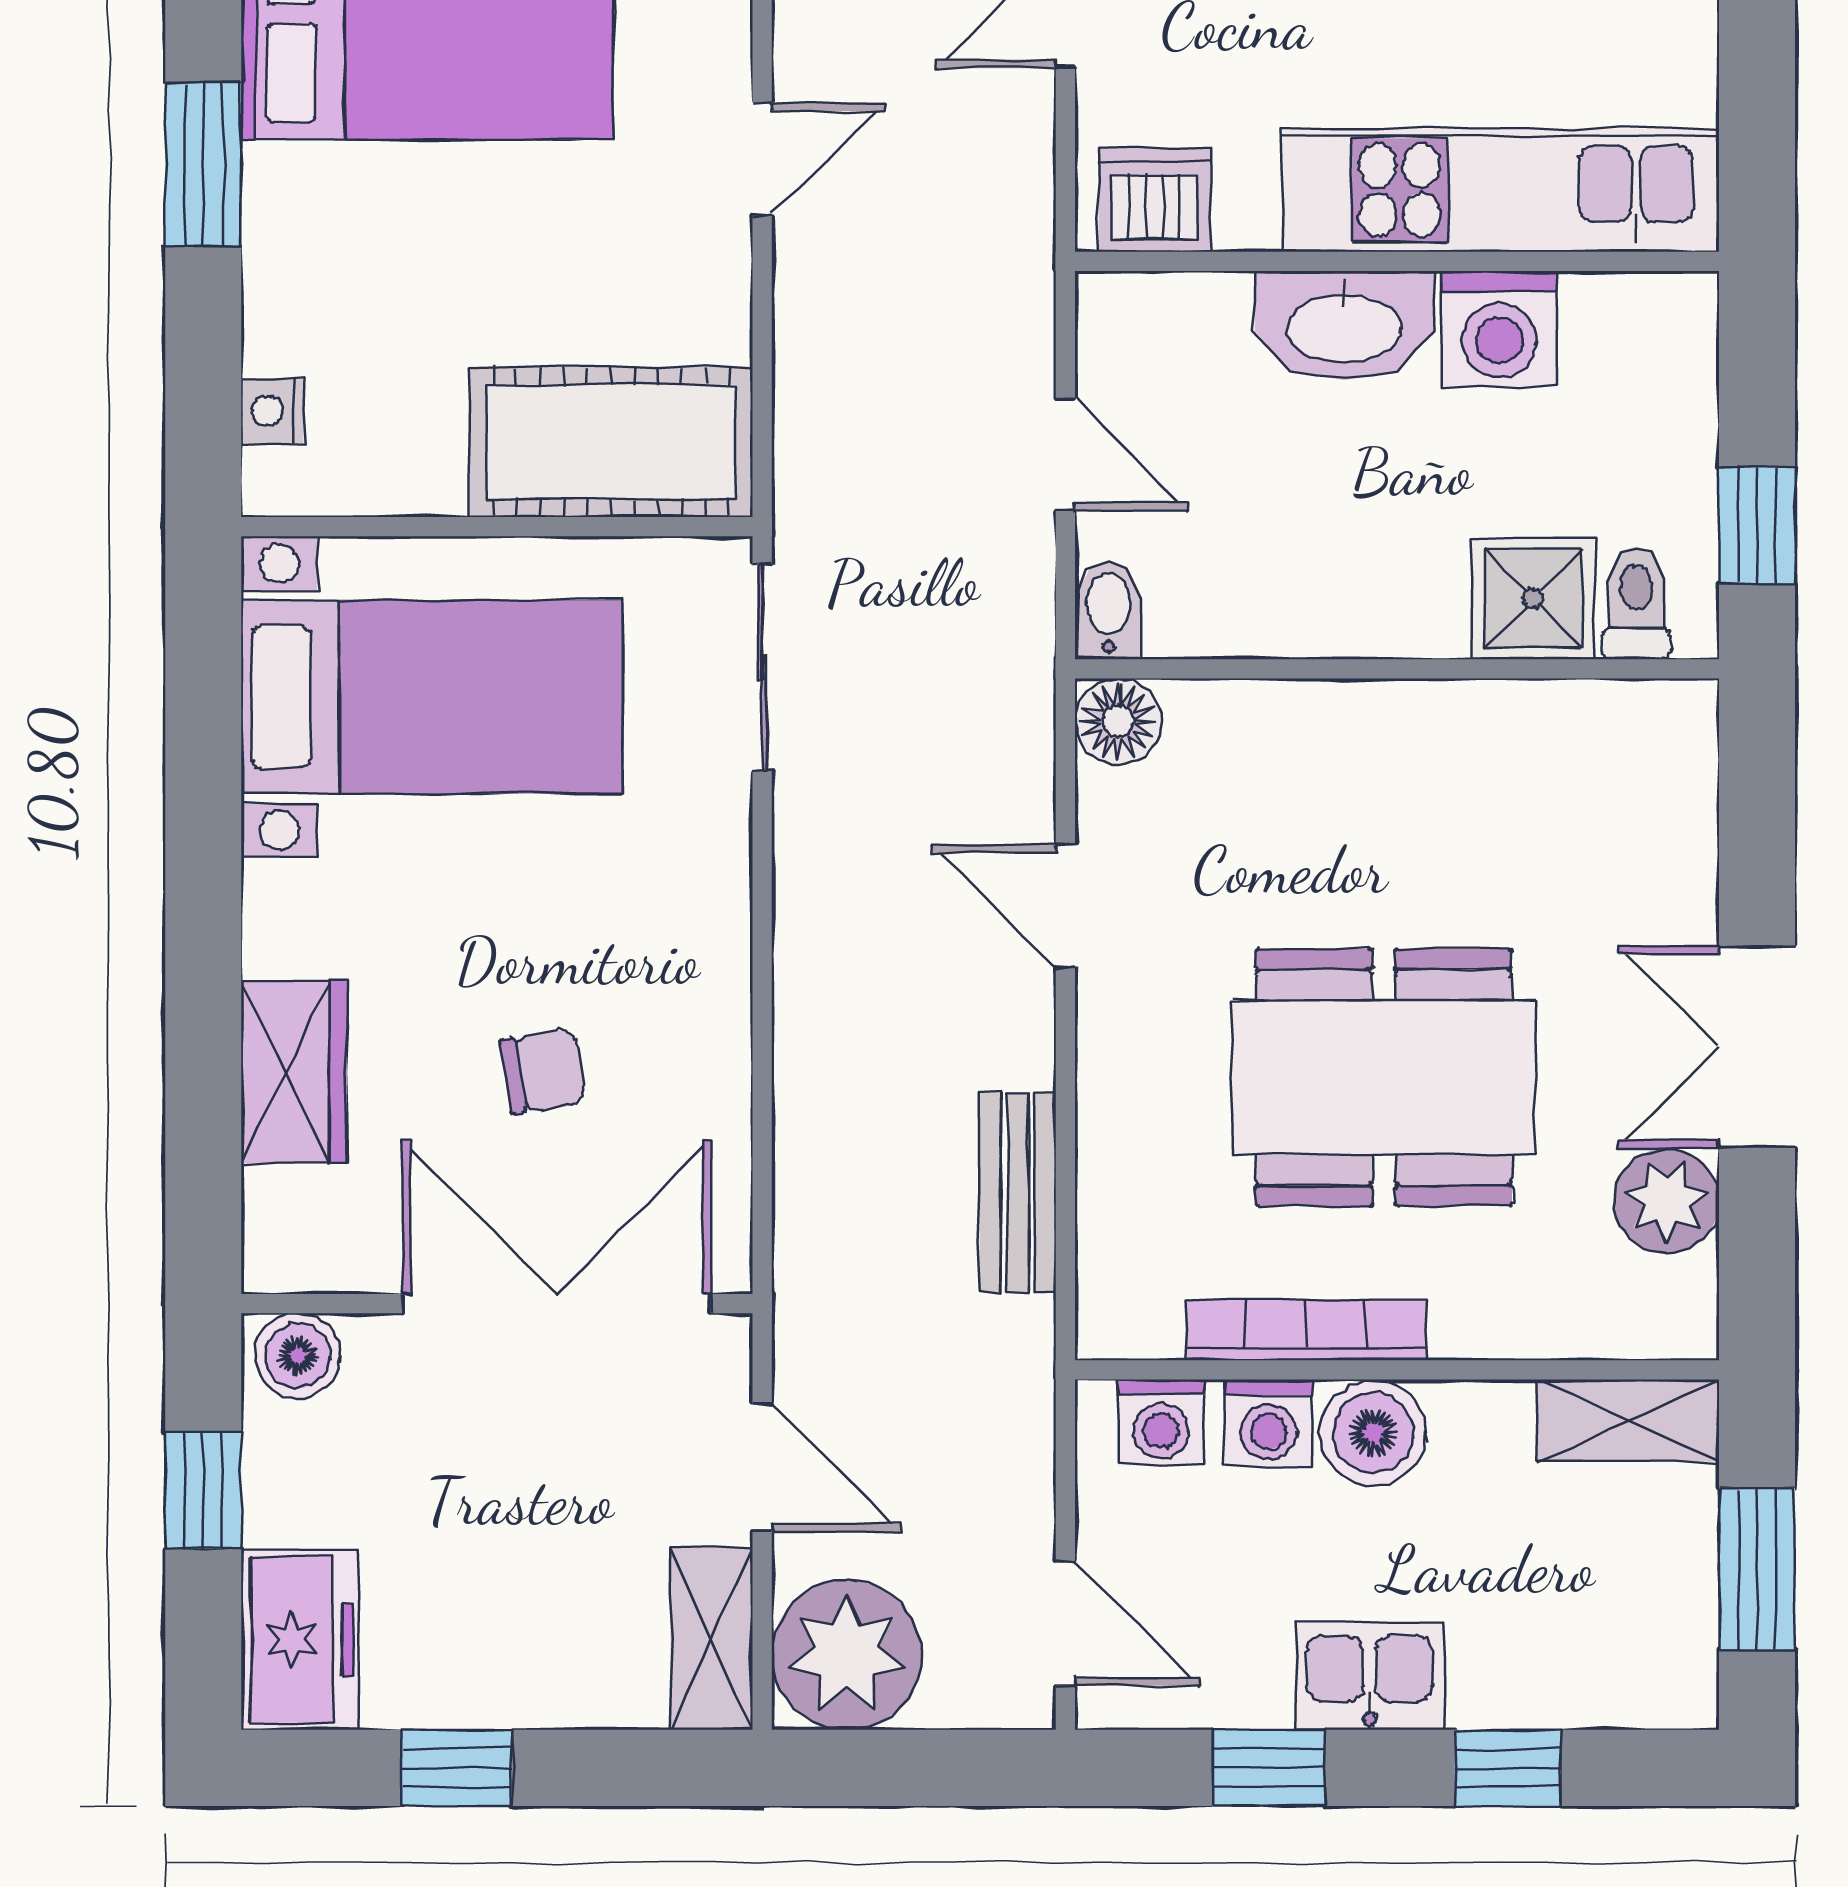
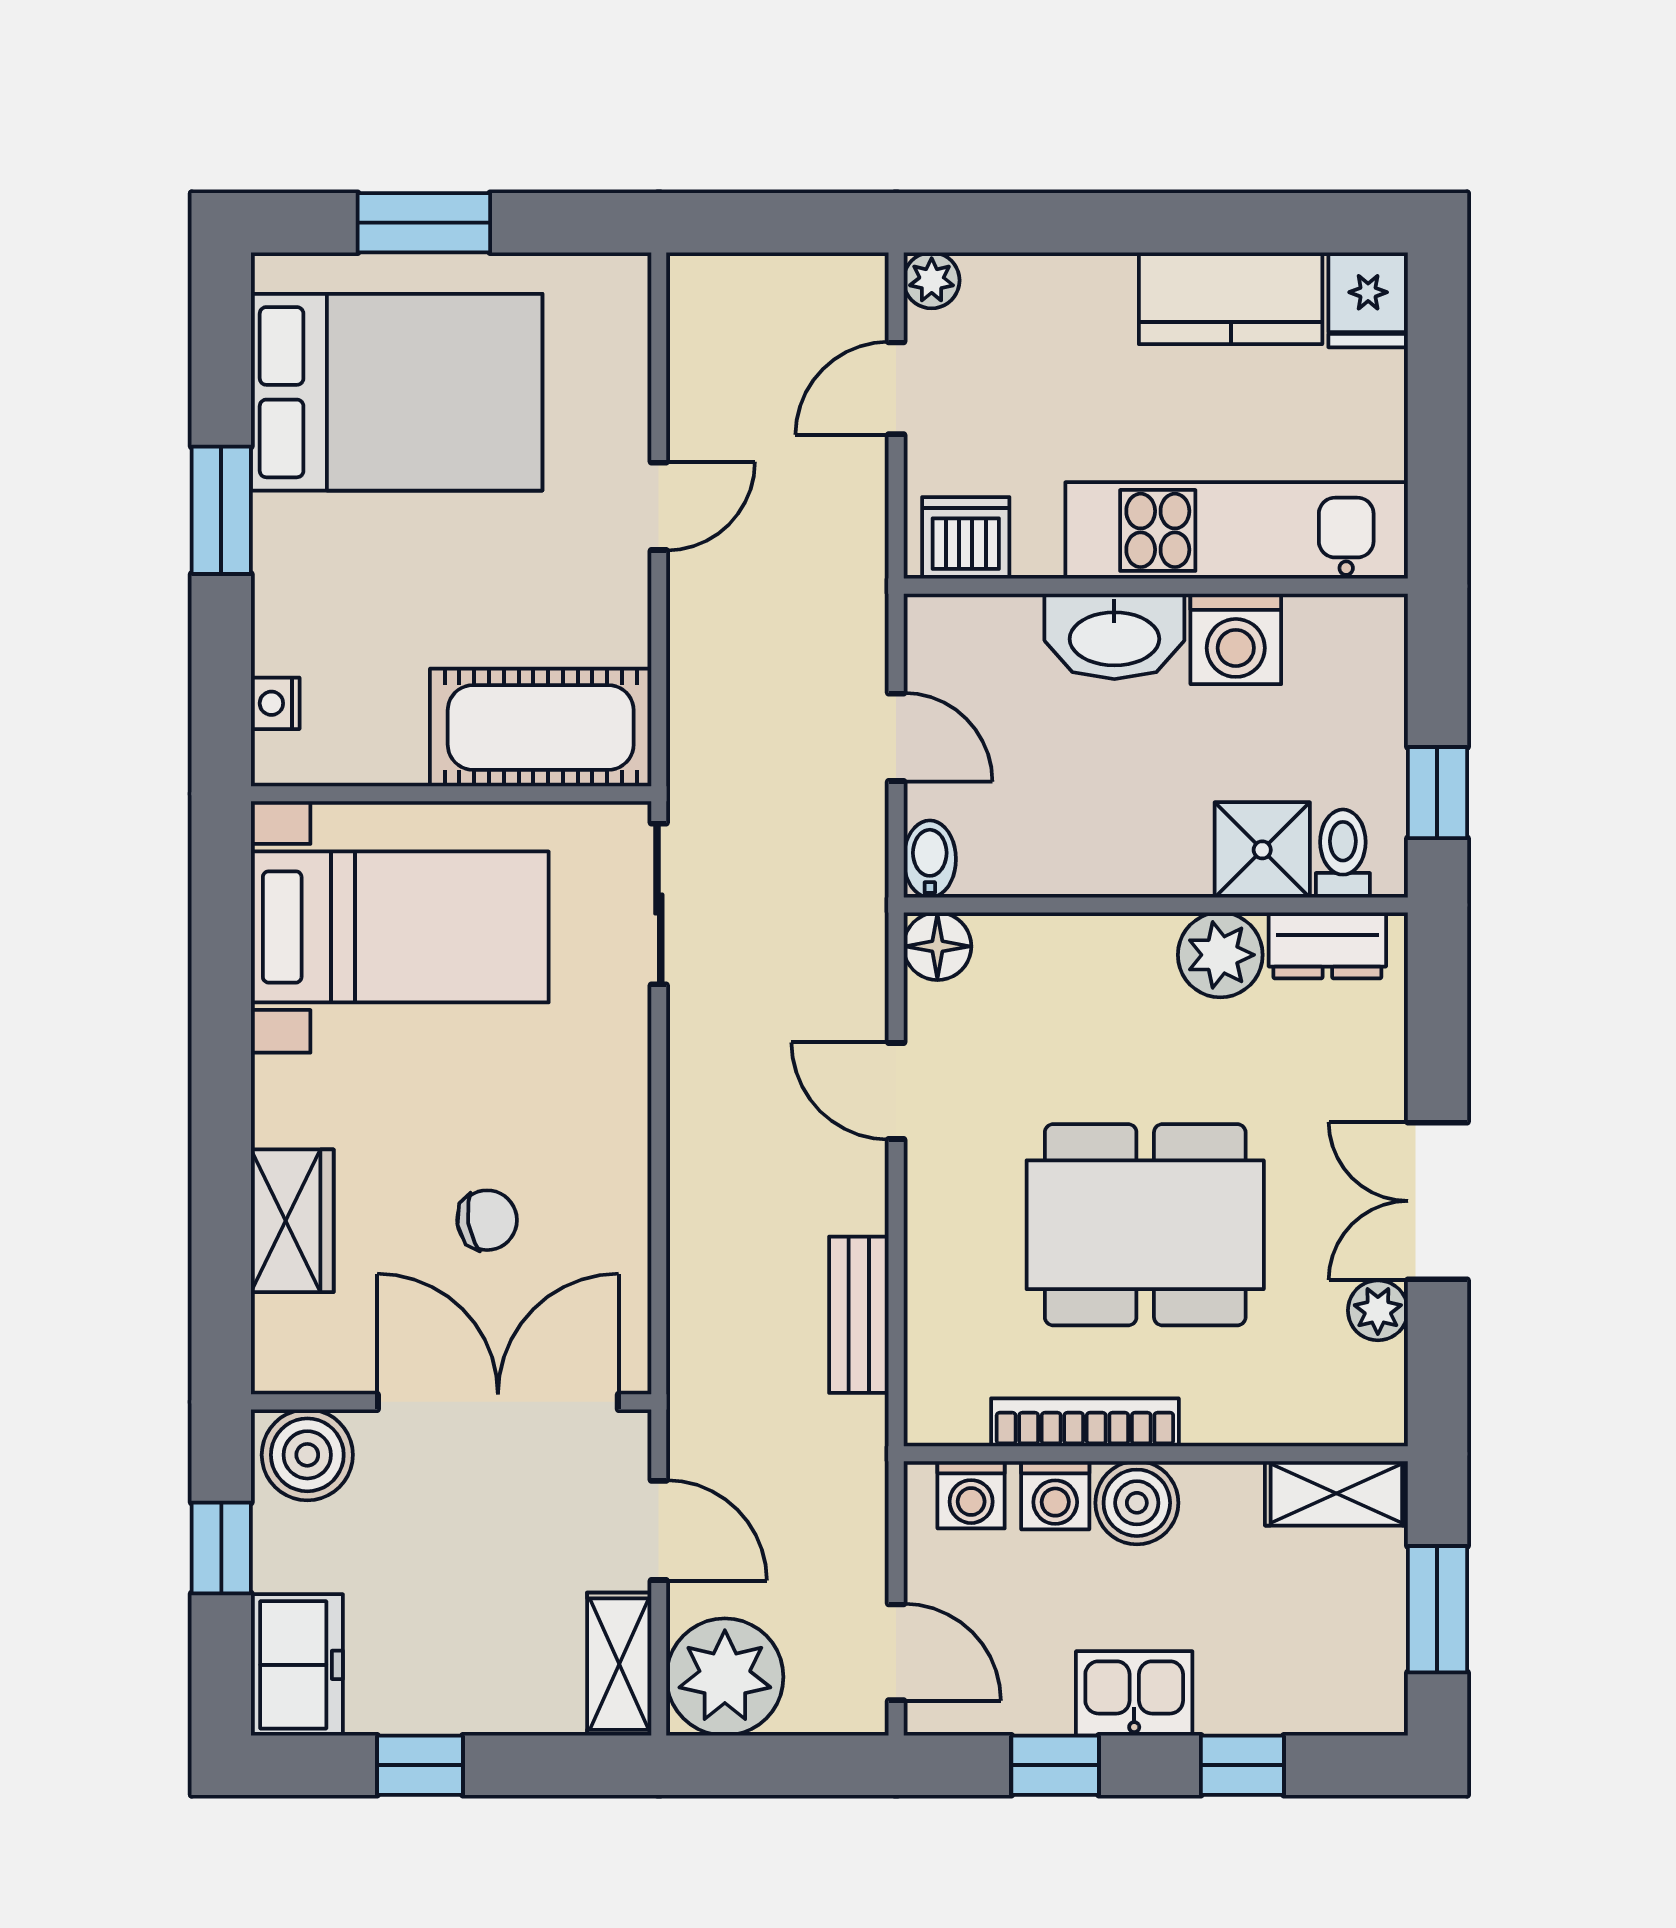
dresser: (1616, 720) -> (1327, 945), added
plant: (1479, 733) -> (1220, 955), added
plant: (1667, 1201) -> (1378, 1310), width x0.73, depth x0.73
boiler: (298, 1356) -> (307, 1455), width x1.36, depth x1.36

